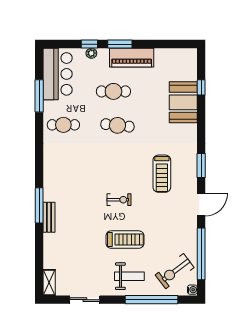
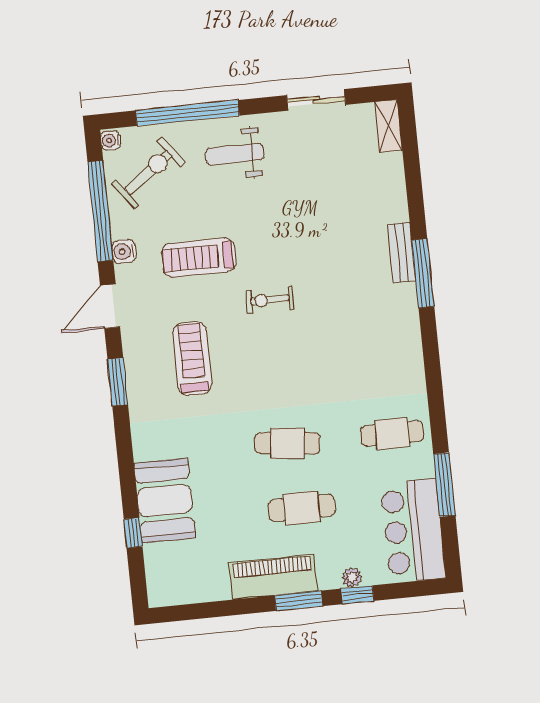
water cooler: (191, 232) -> (124, 251), added
treadmill: (125, 240) -> (199, 258), moved

